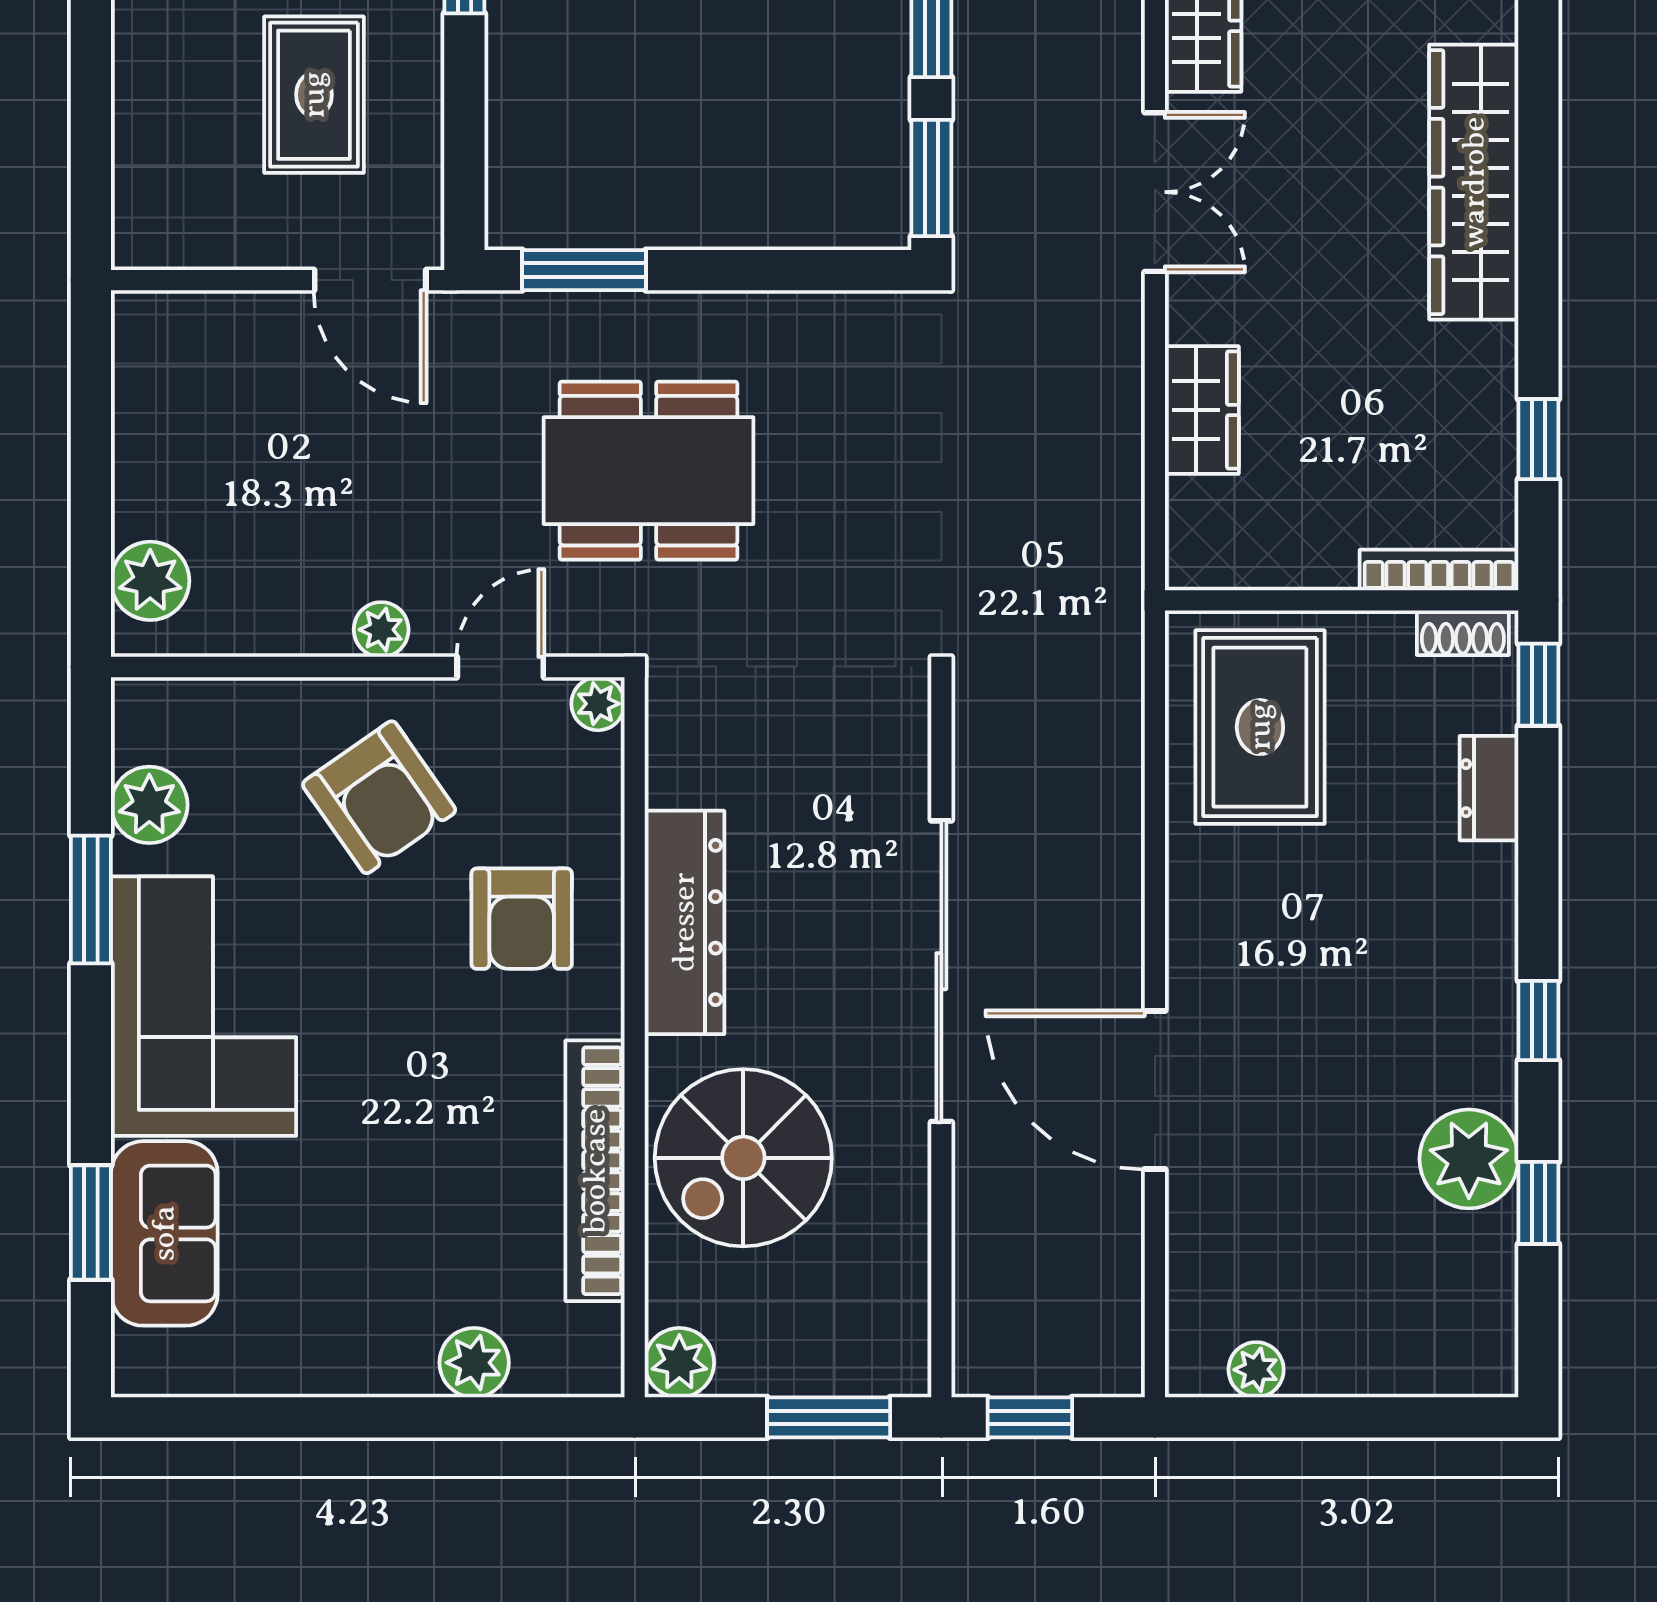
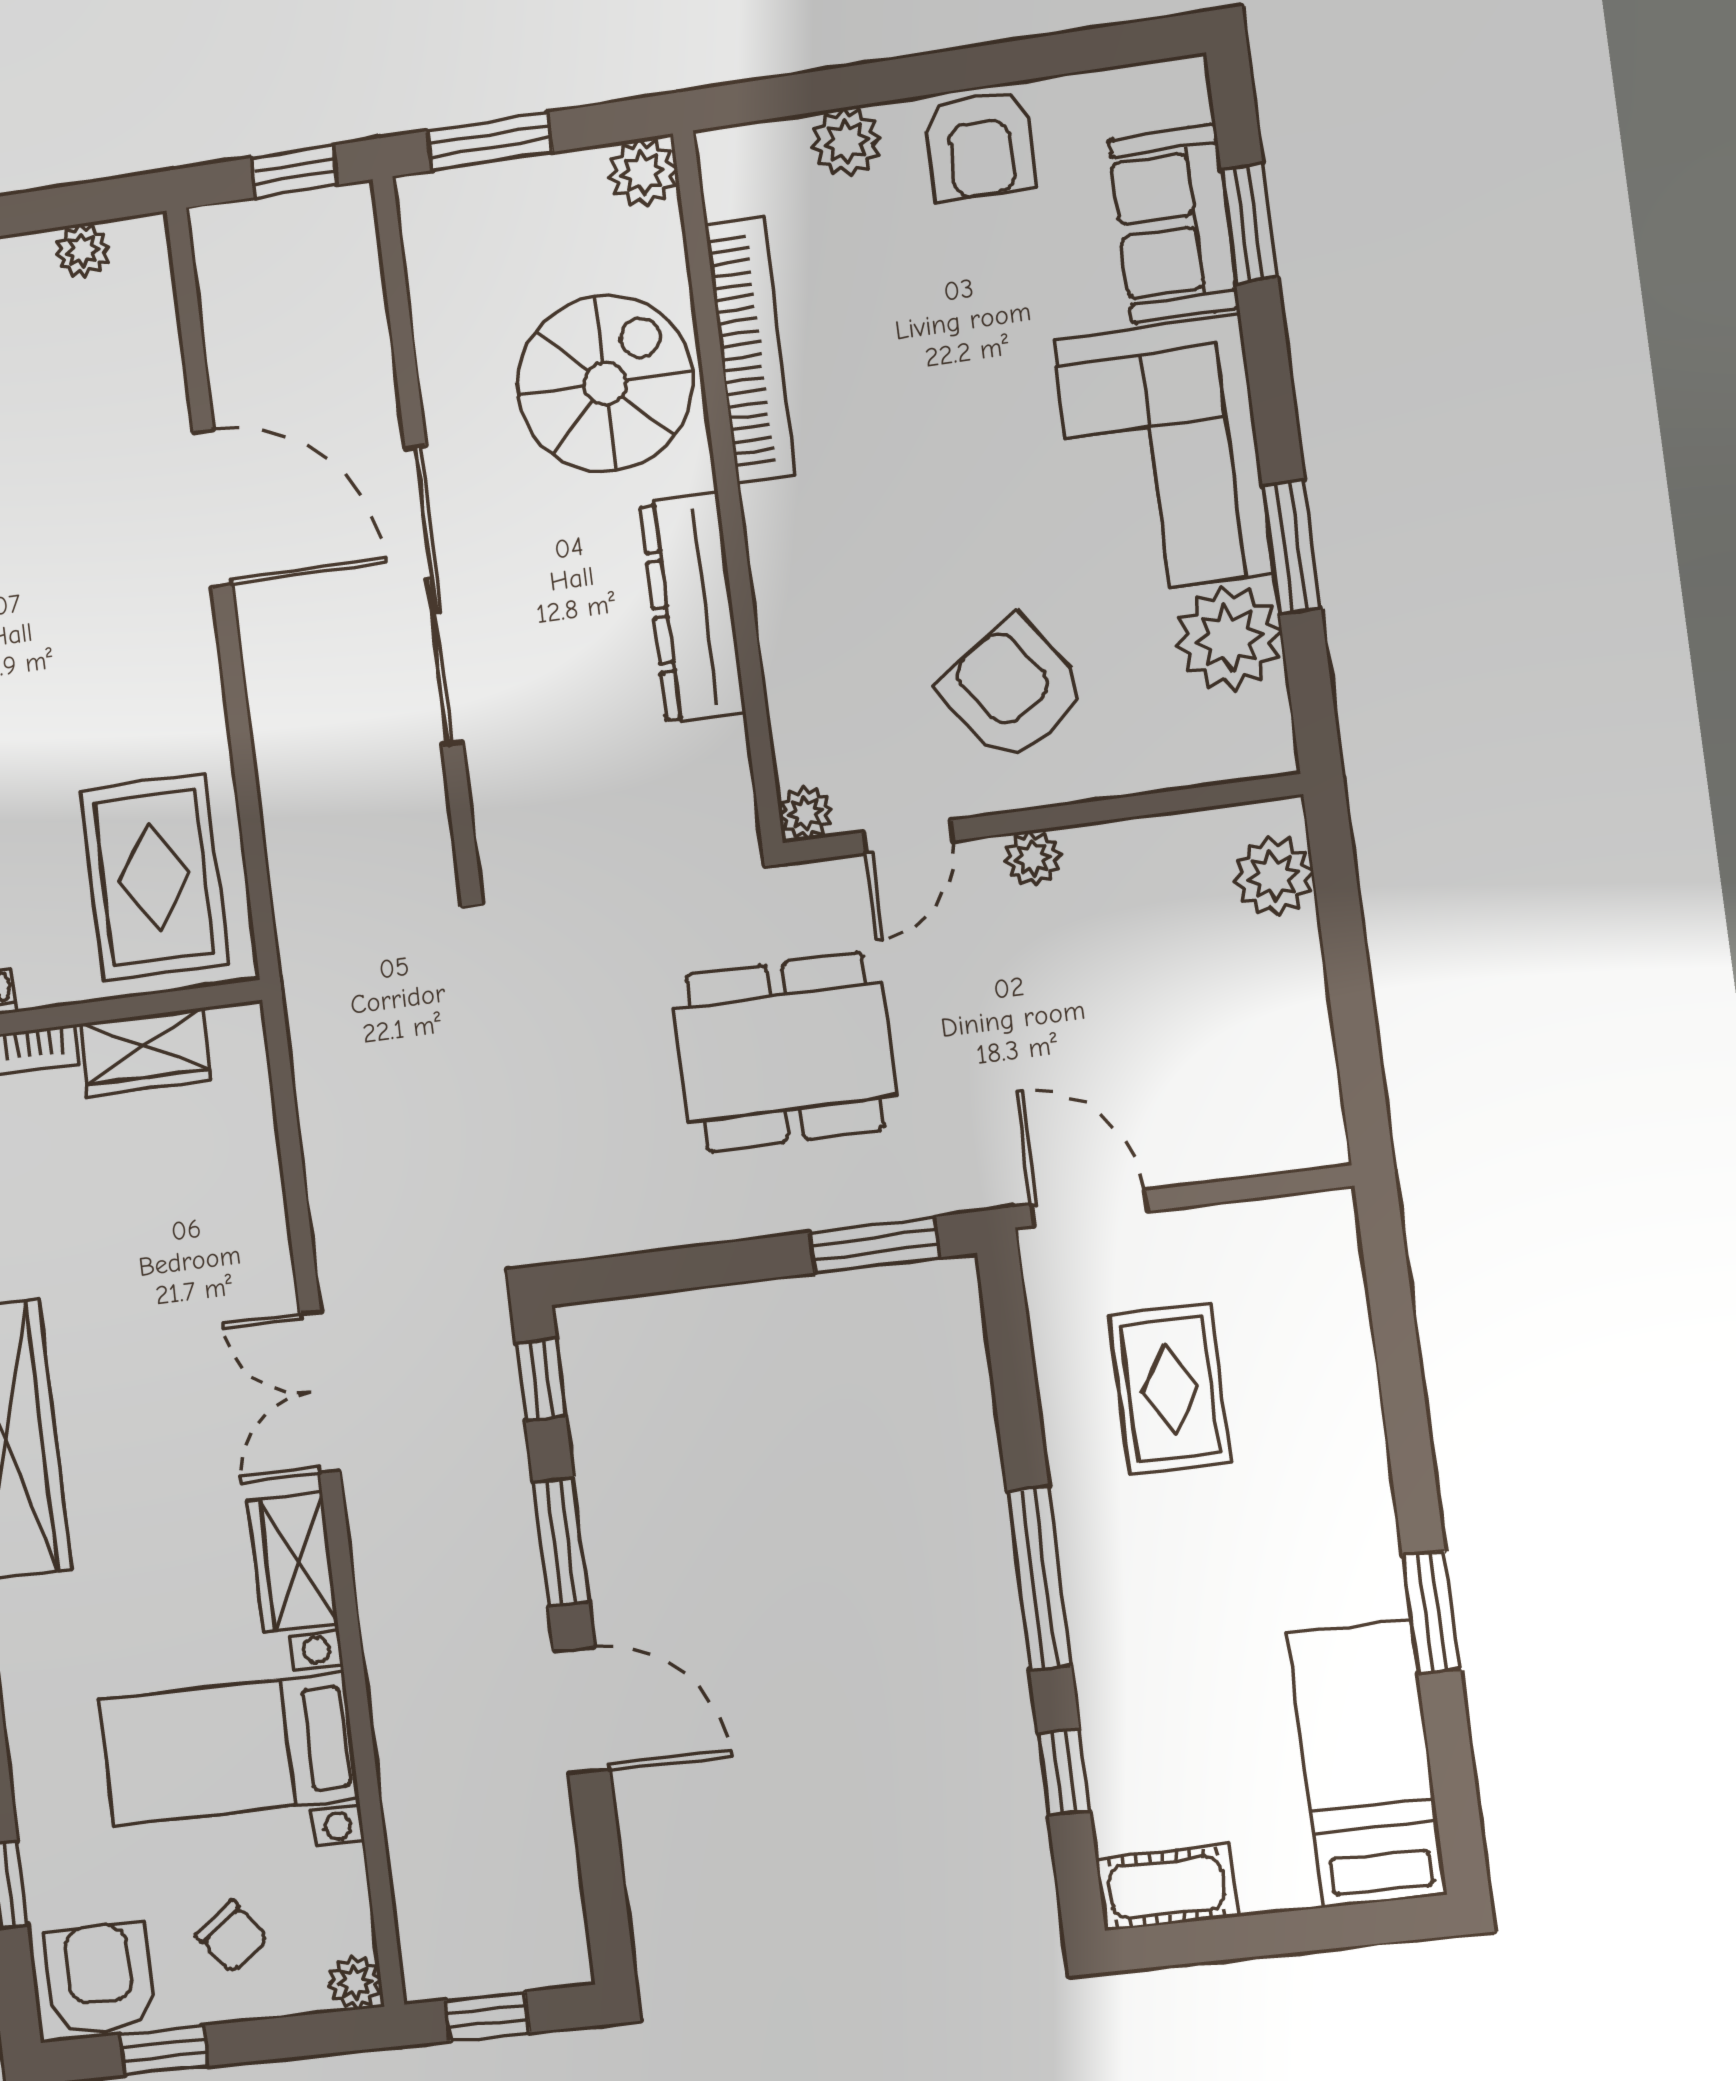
window: (931, 178) -> (541, 1379), width x0.67
wardrobe: (1202, 410) -> (145, 1052), moved, turned -90
plant: (149, 805) -> (1229, 638), width x1.36, depth x1.36
armchair: (522, 919) -> (980, 145), moved, turned 180

